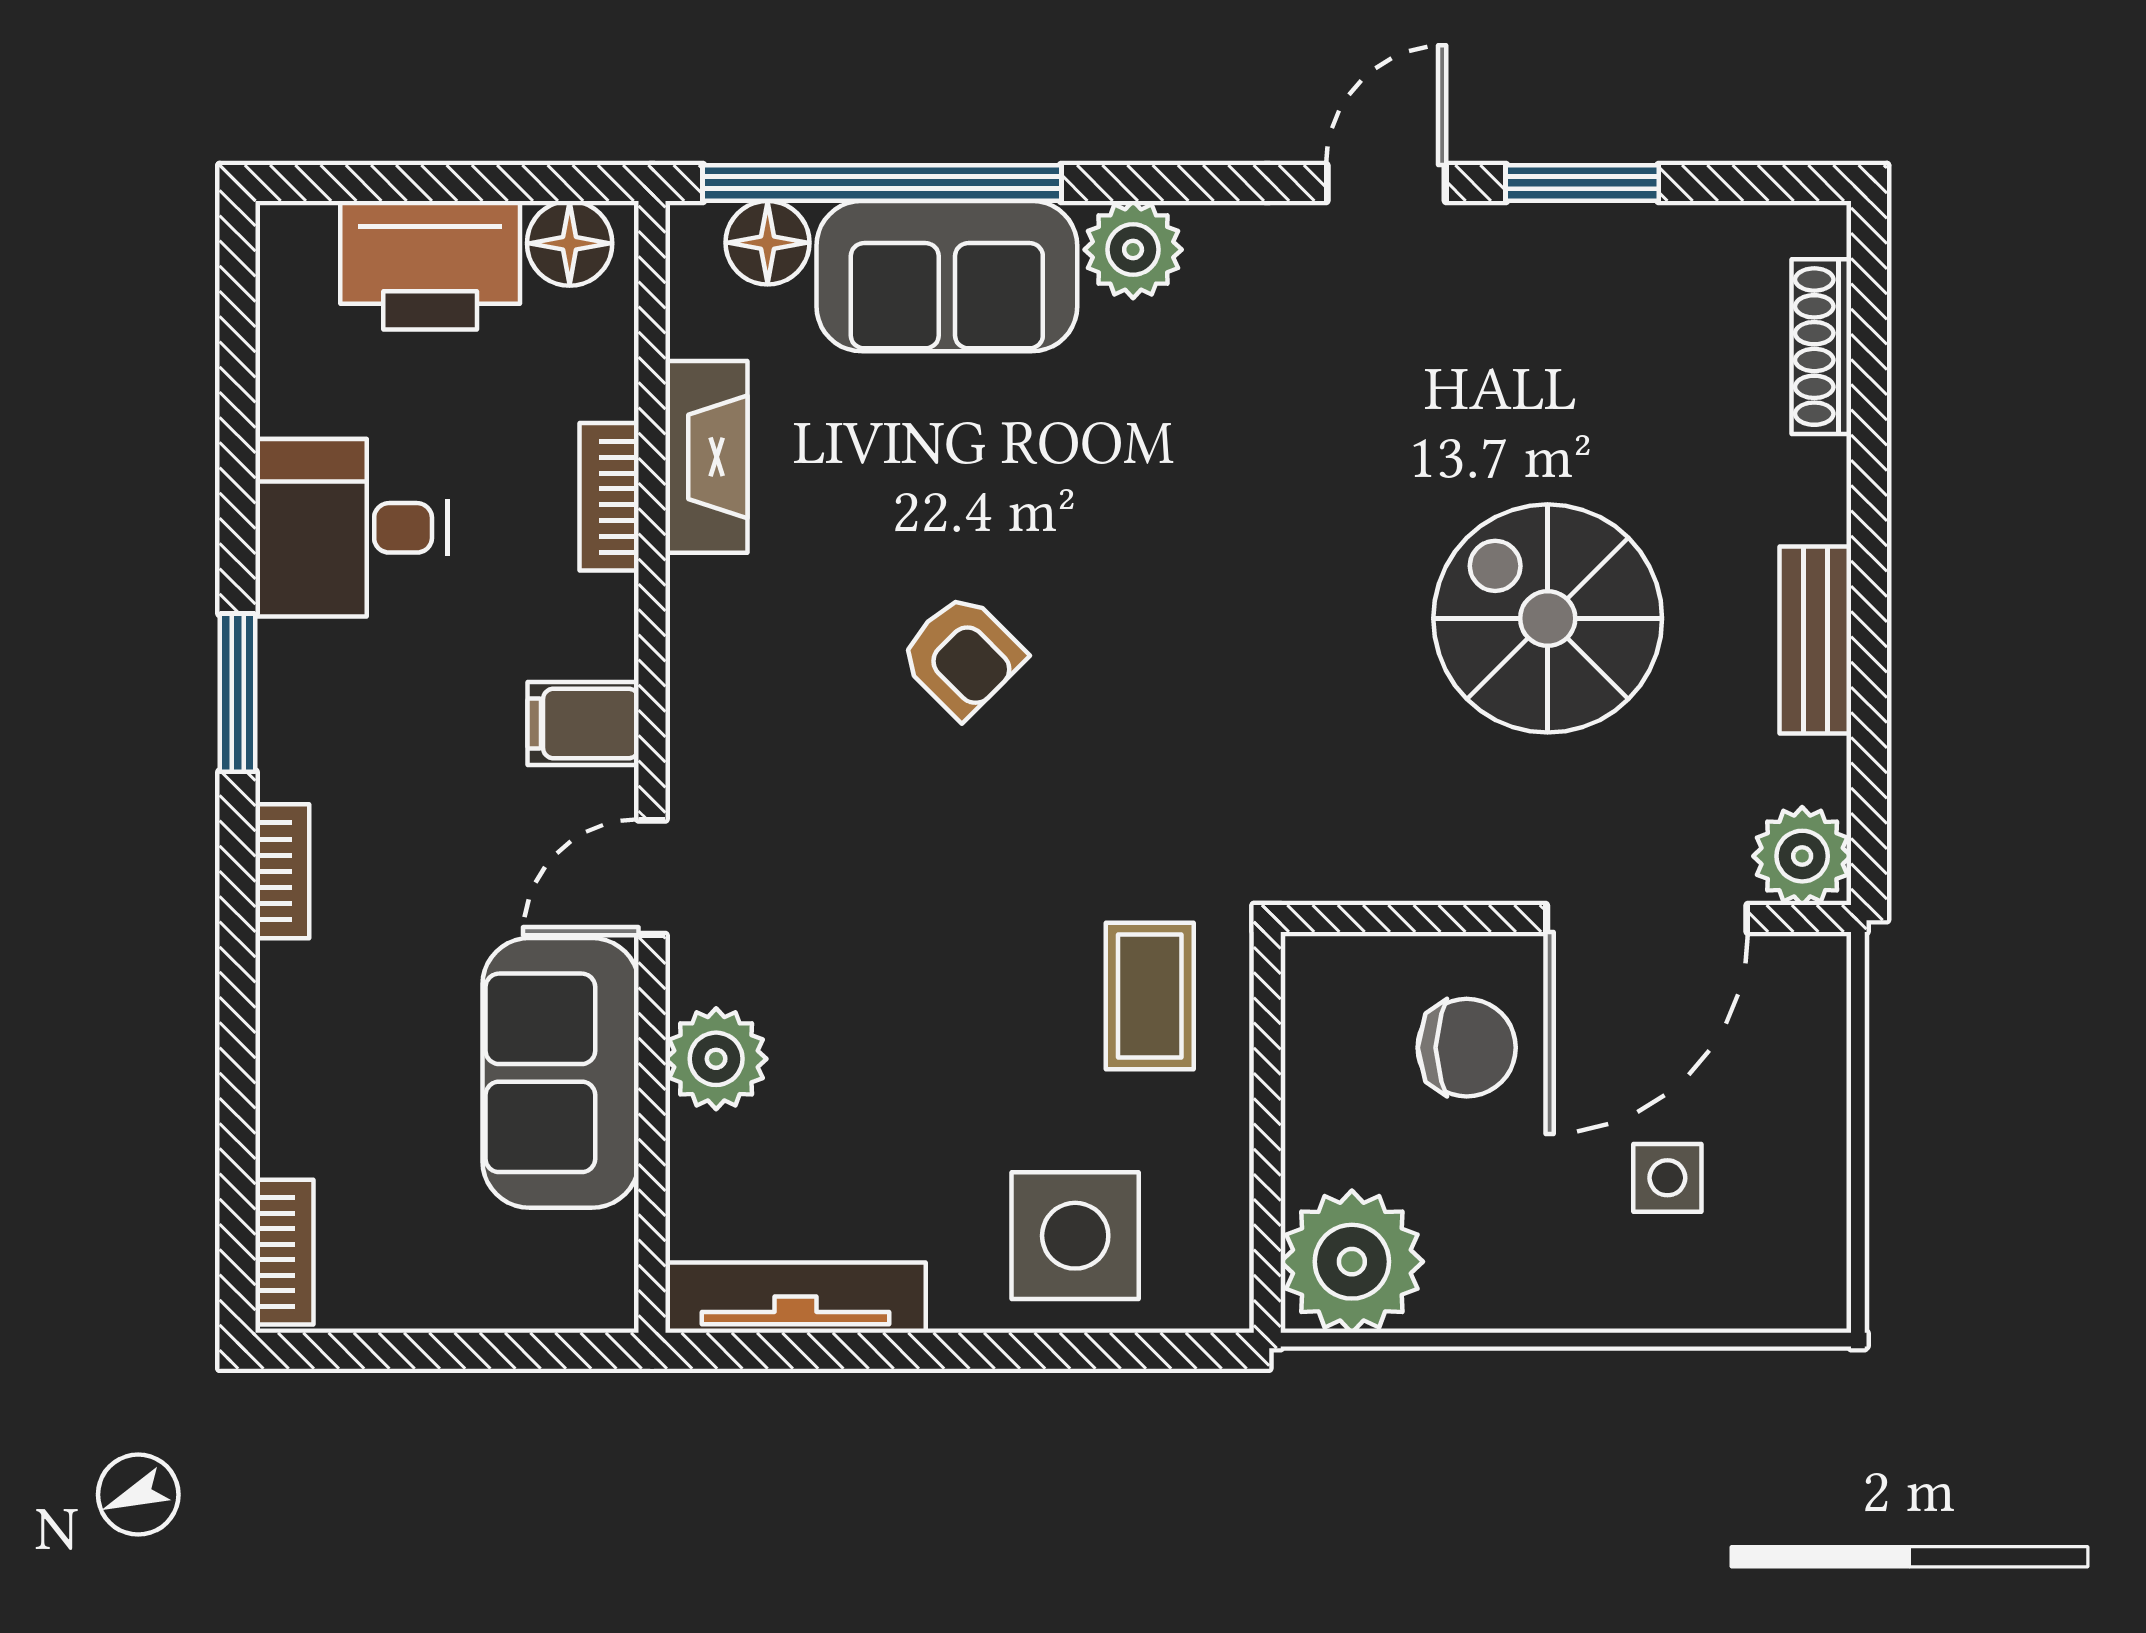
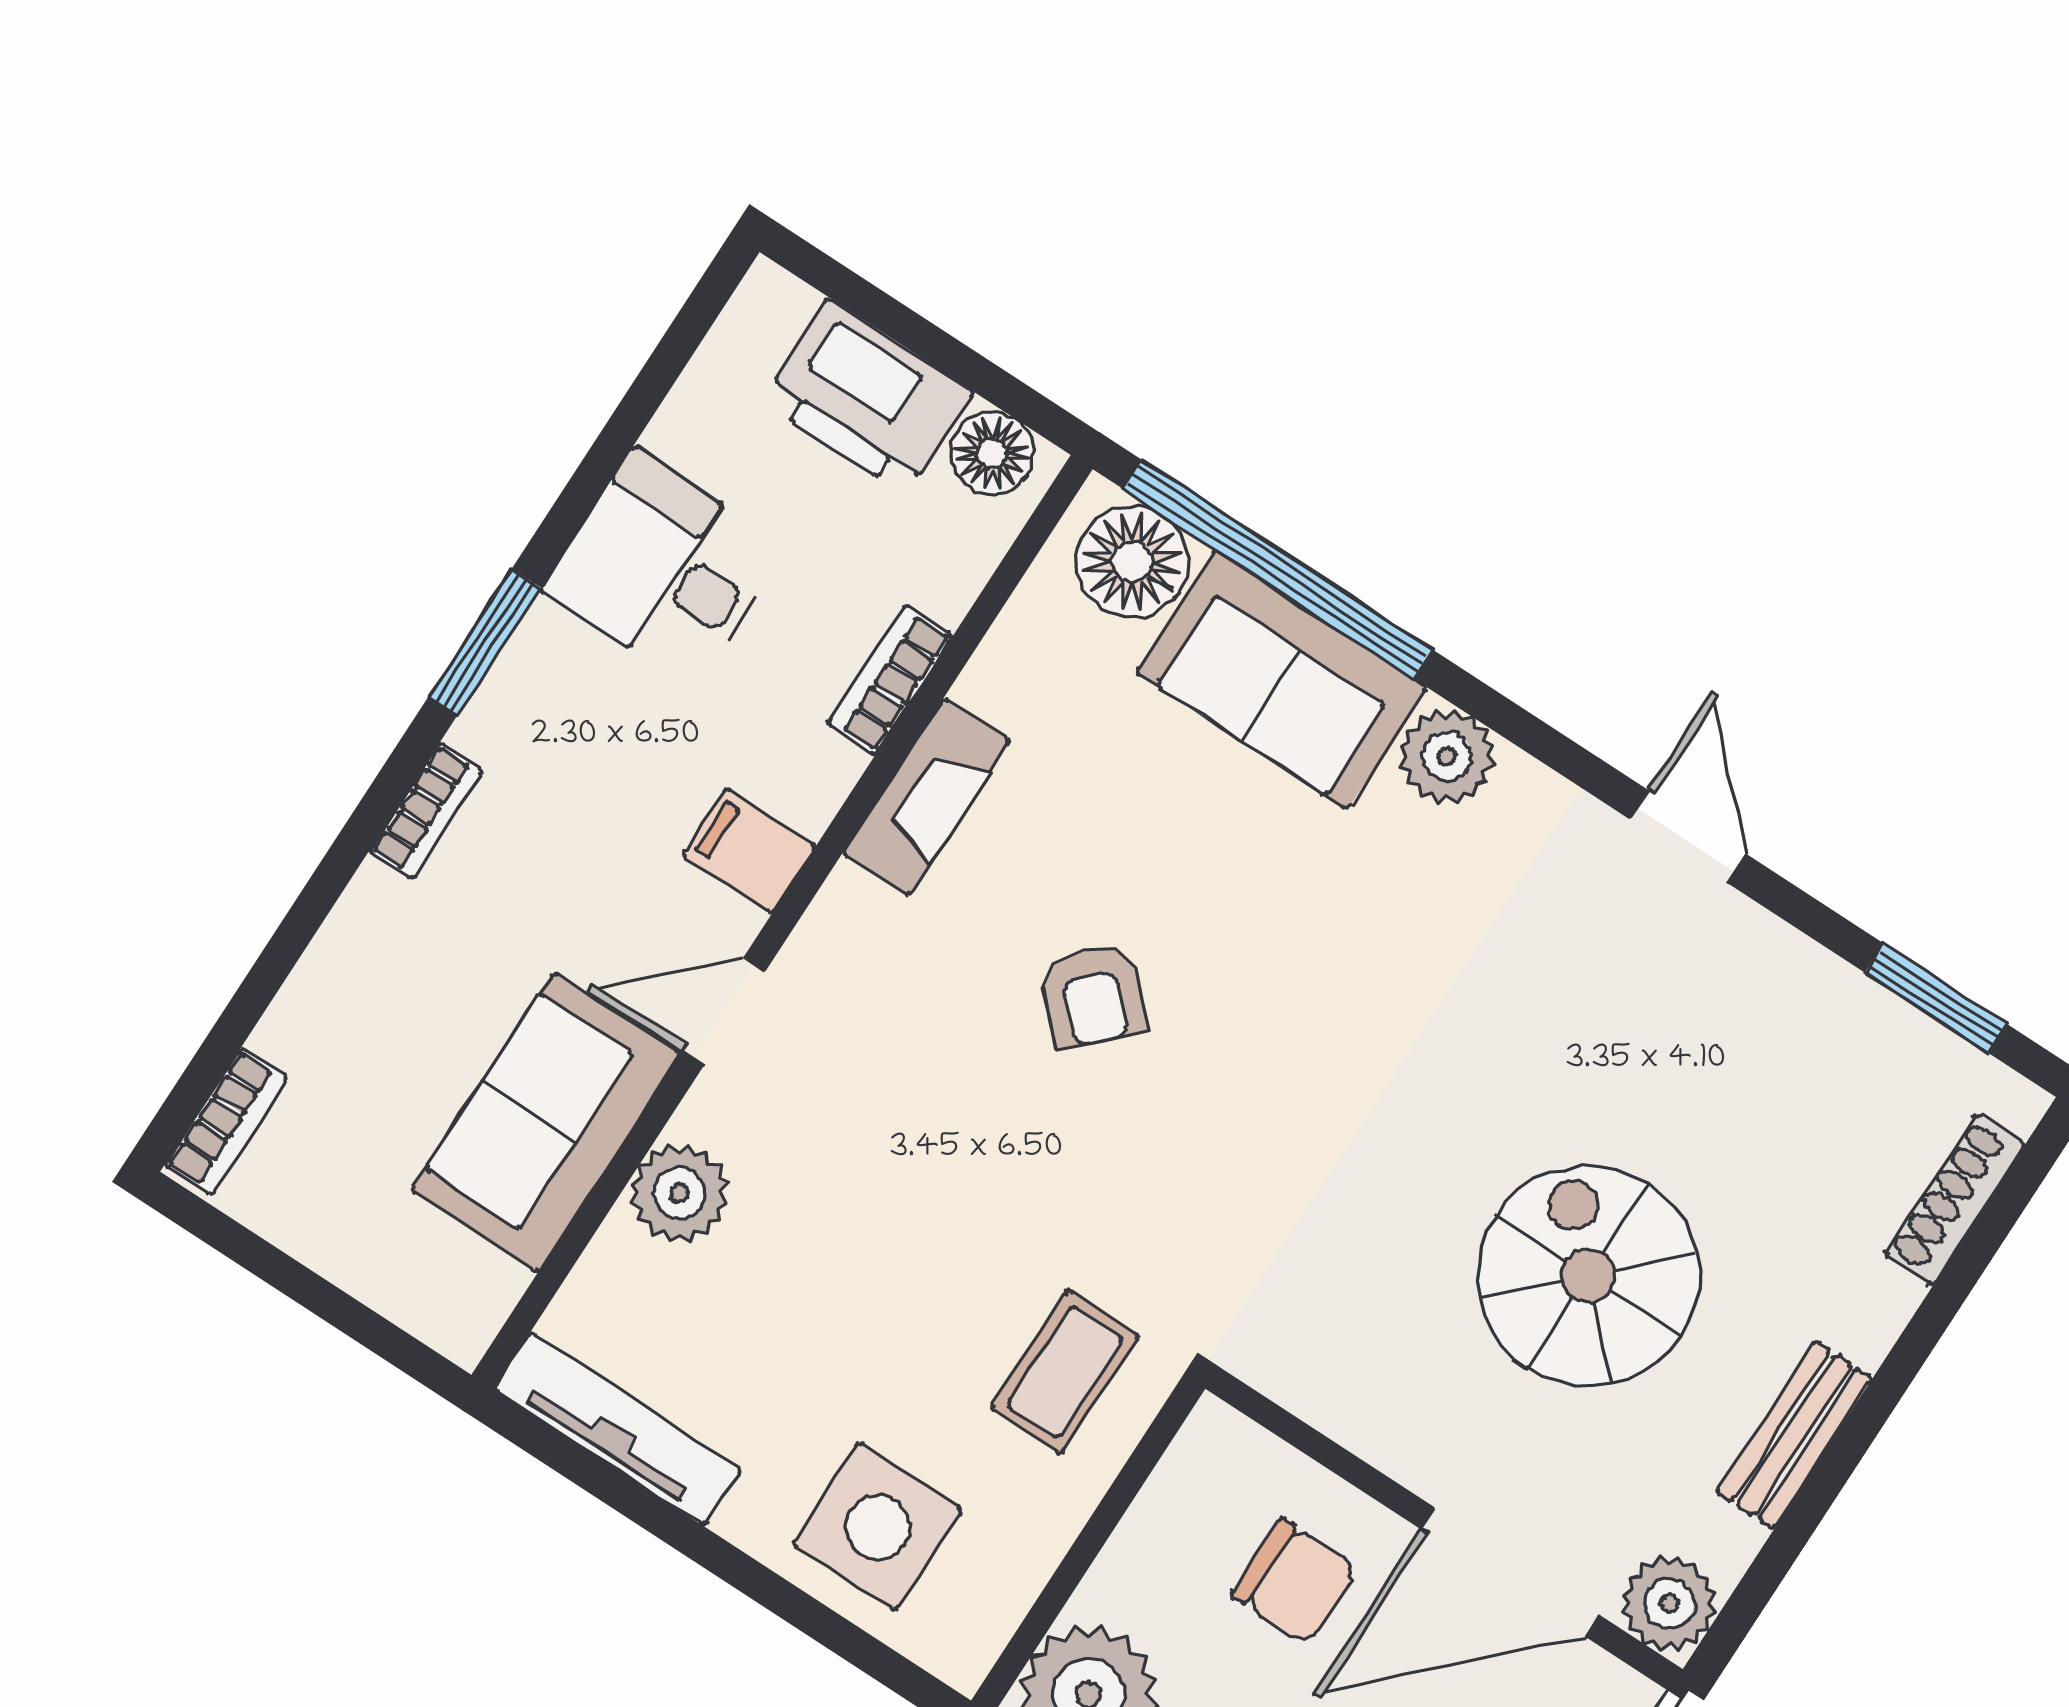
door: (1386, 183) -> (1688, 836), hinge flipped
window: (1582, 183) -> (1936, 999), moved
floor lamp: (768, 243) -> (1132, 562), width x1.38, depth x1.38
fireplace: (706, 457) -> (926, 797), moved

